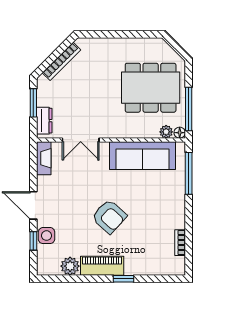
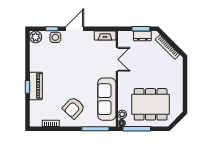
dining table: (151, 88) -> (151, 104), turned 90
dresser: (44, 121) -> (142, 36), moved
double door: (81, 140) -> (117, 59), swing flipped
armchair: (109, 217) -> (74, 108), moved
plant: (70, 266) -> (36, 37), moved
piano: (102, 266) -> (36, 86), moved

